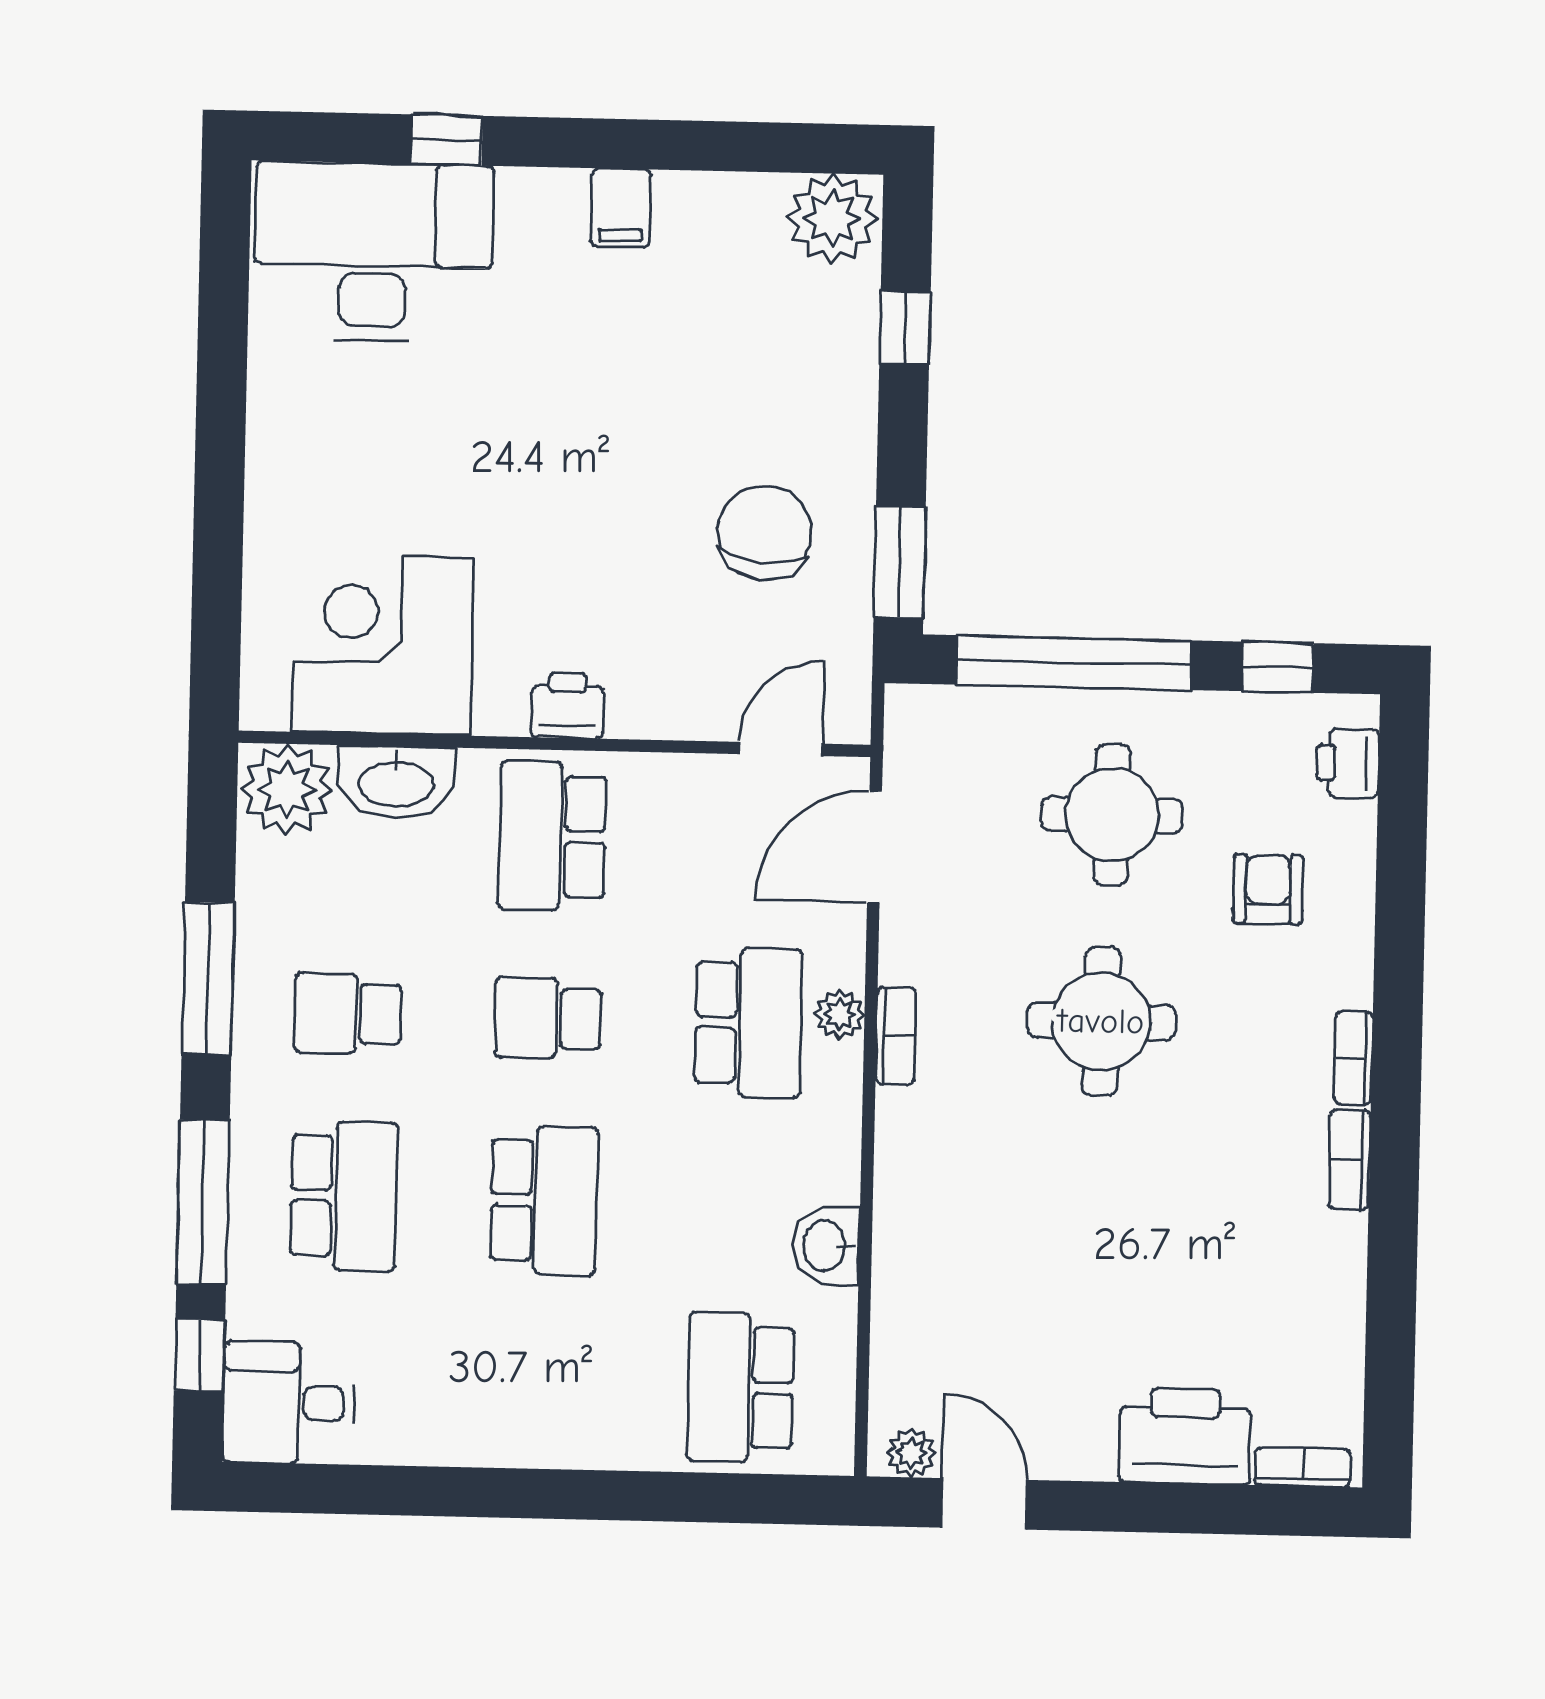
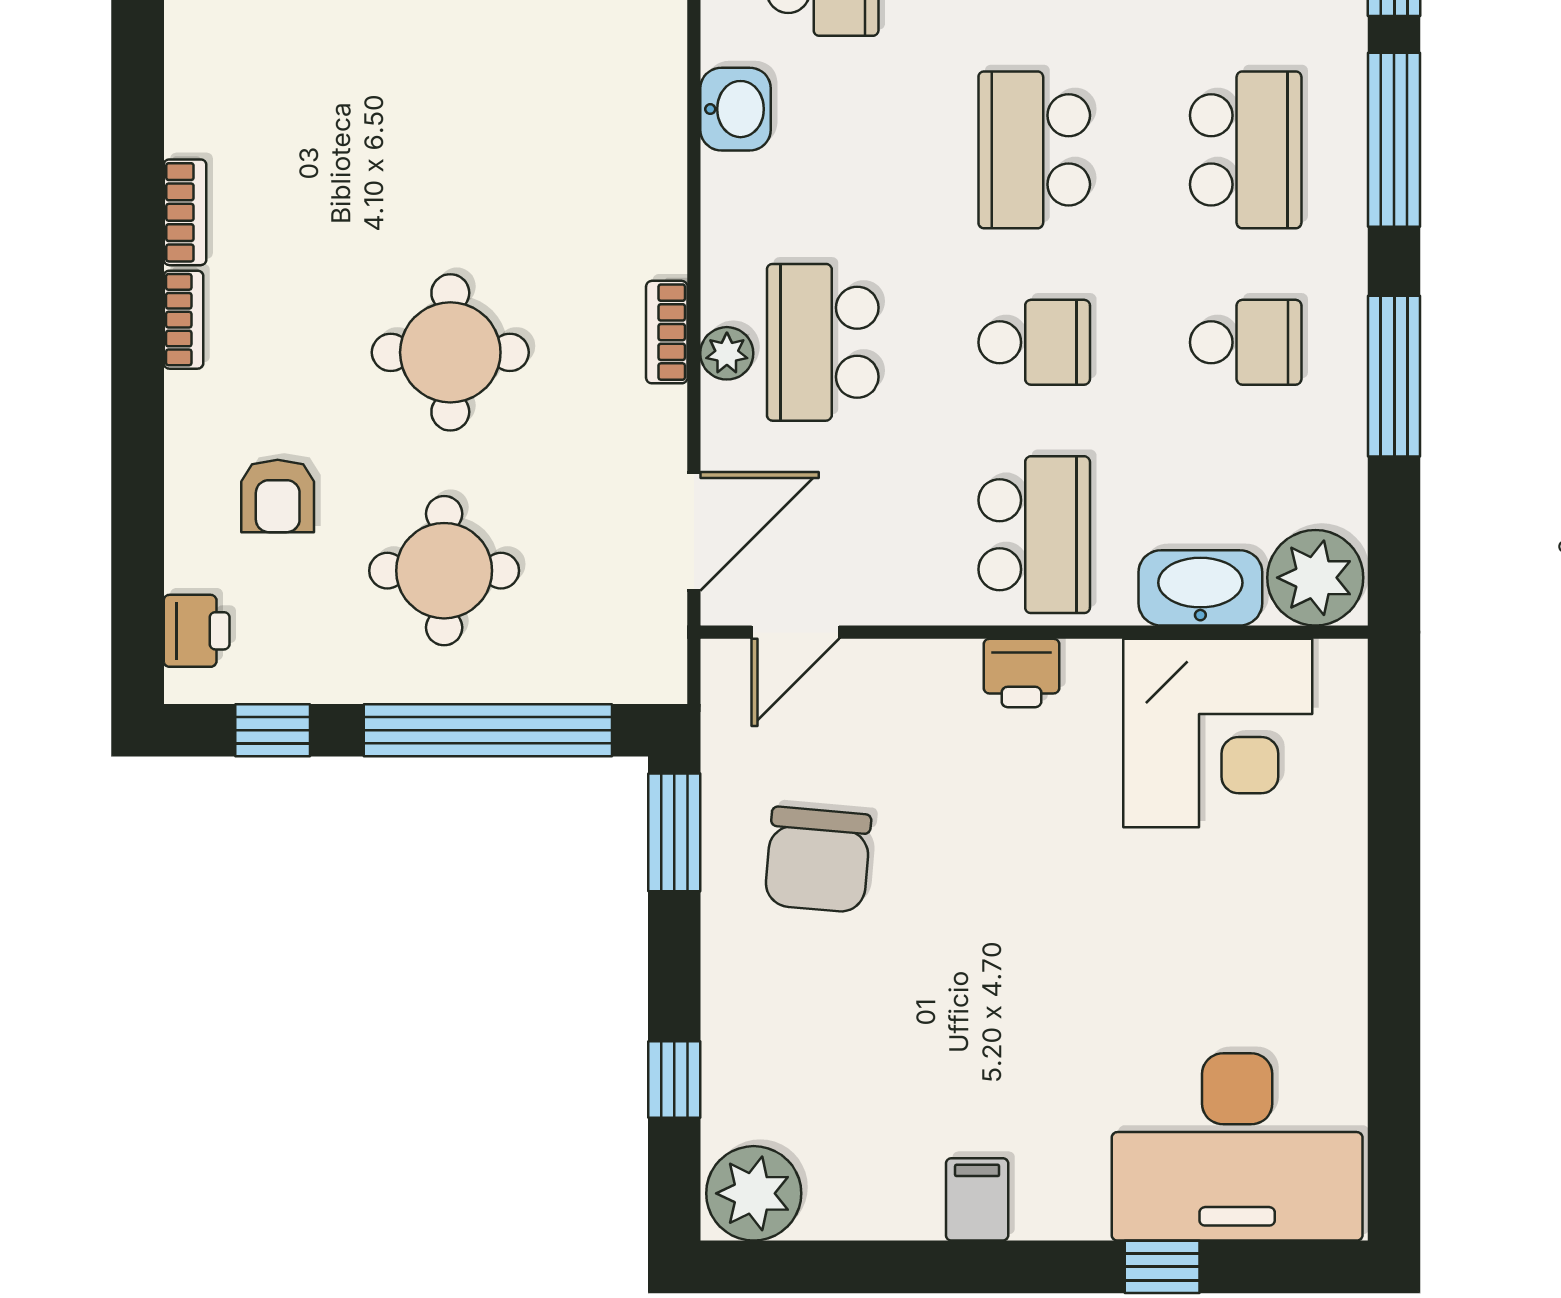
school desk: (344, 1196) -> (1246, 150), turned 180

